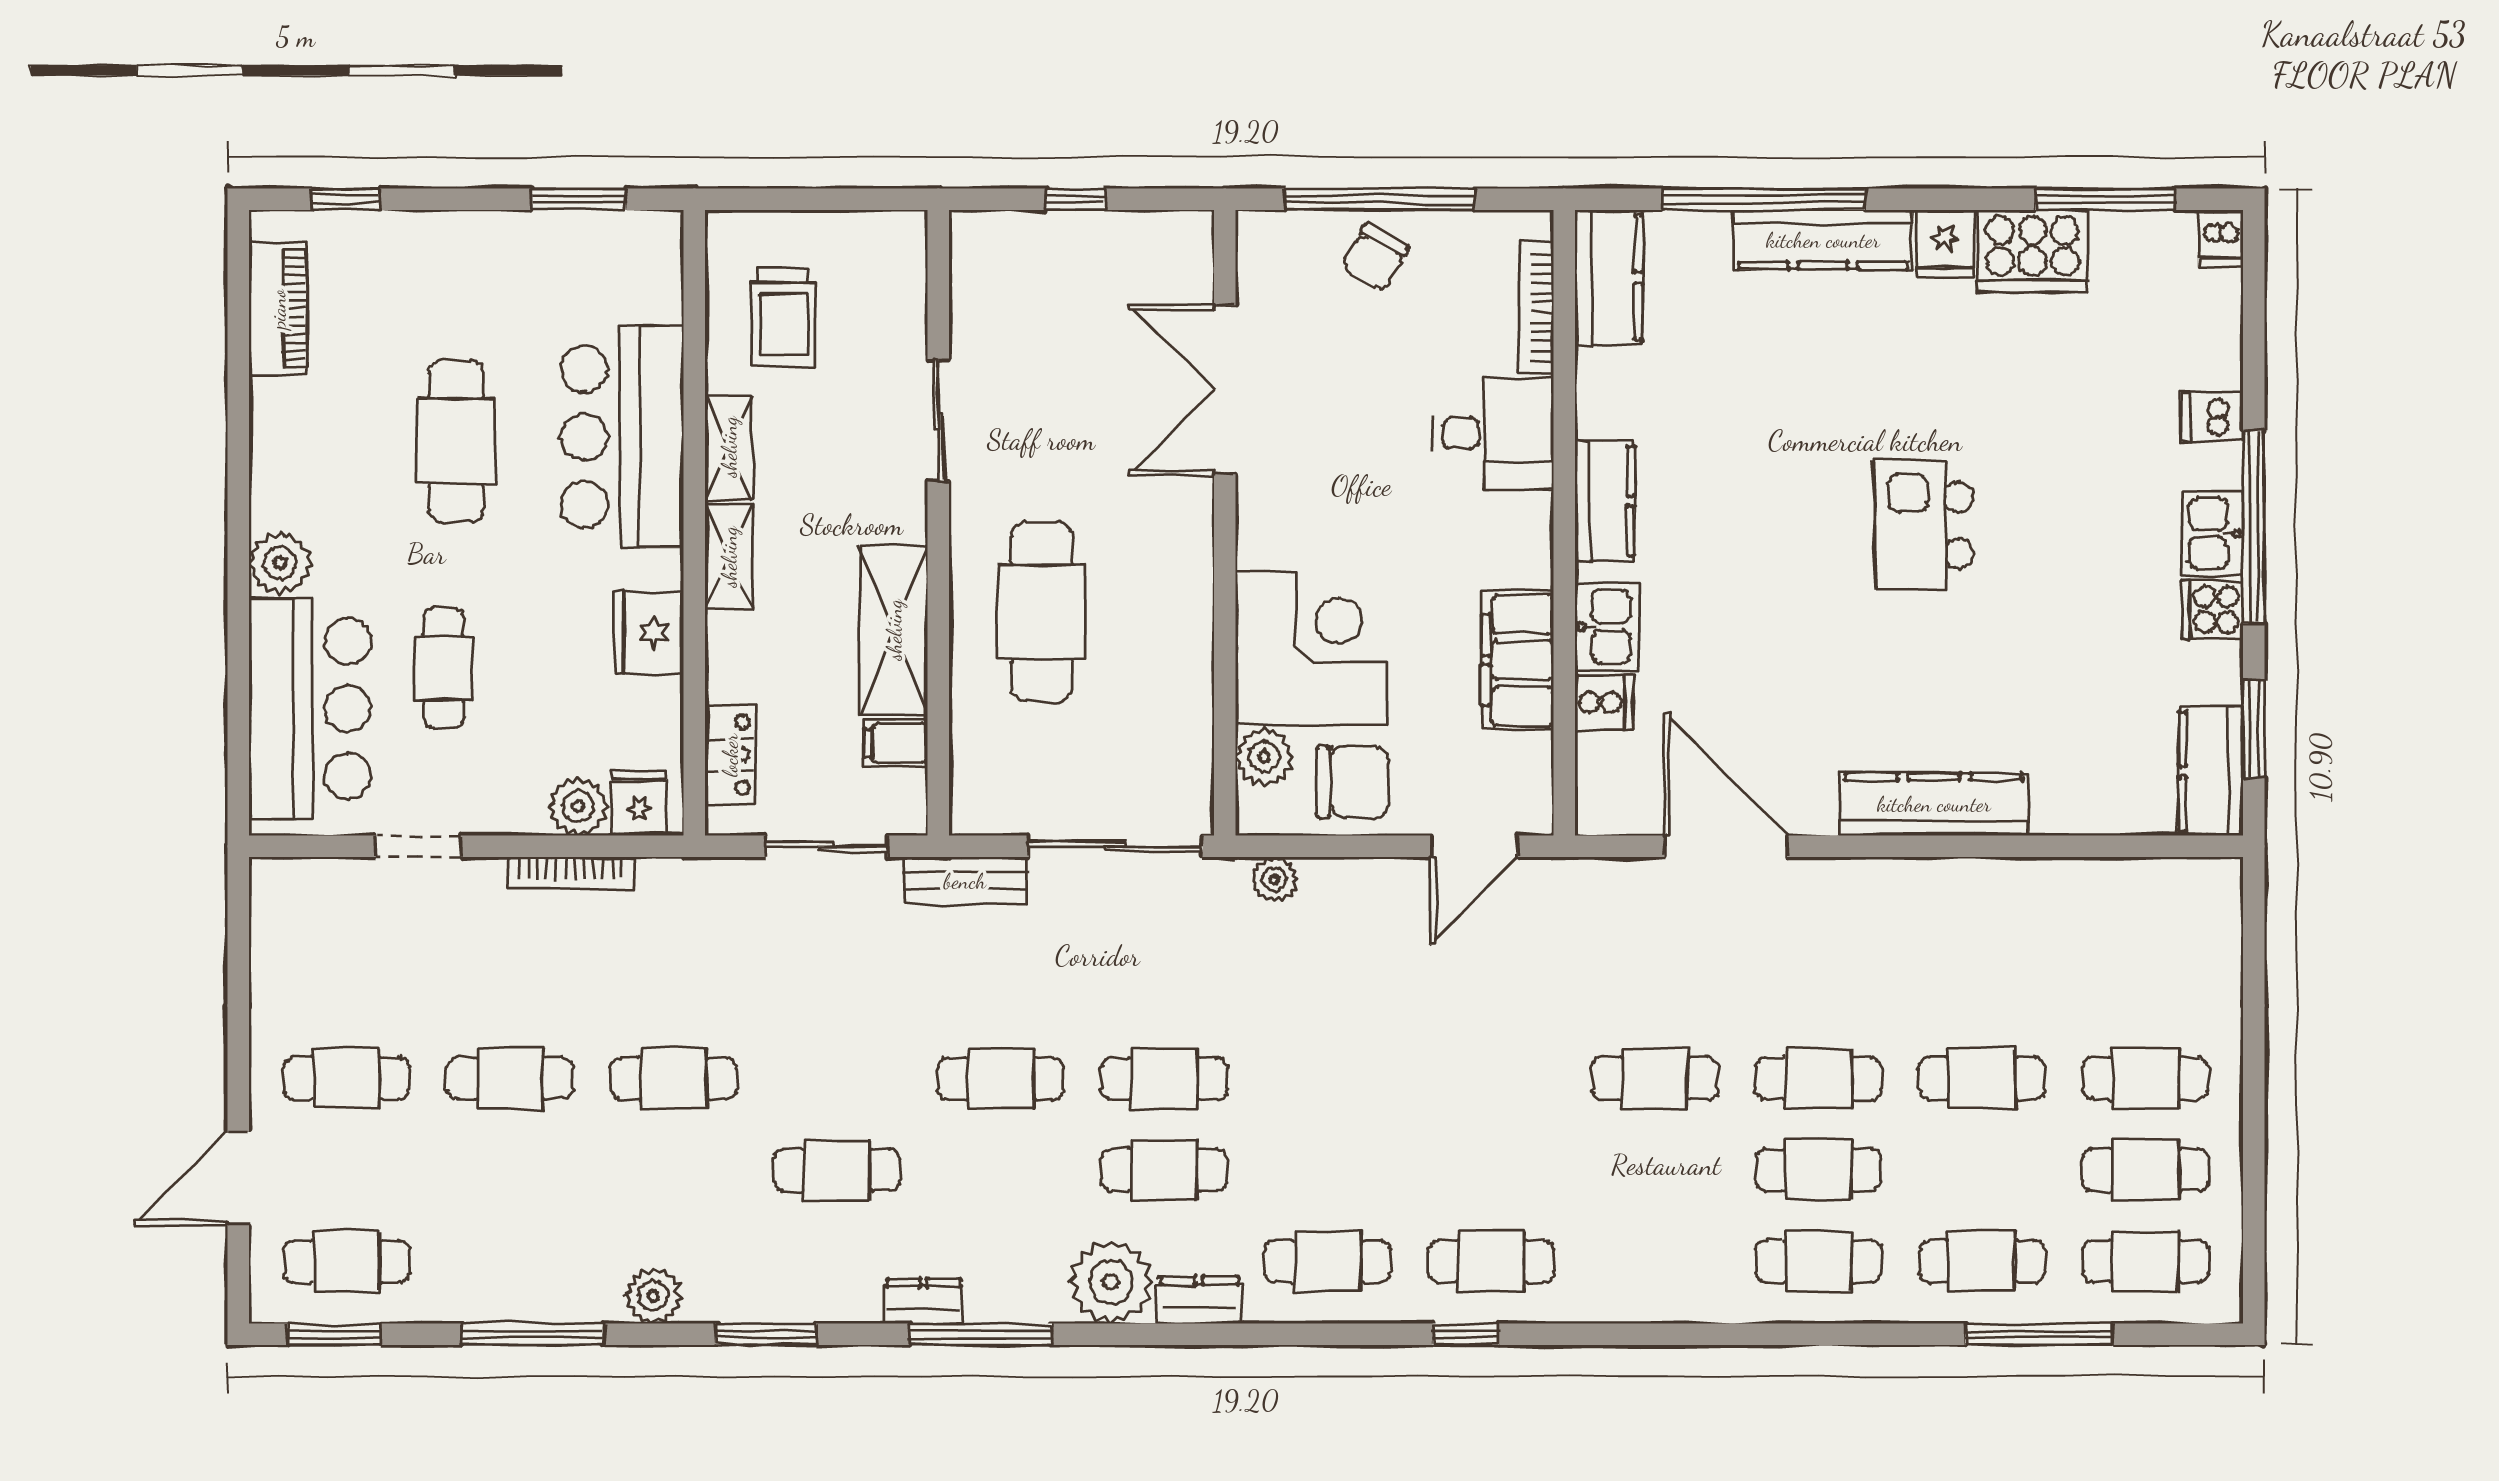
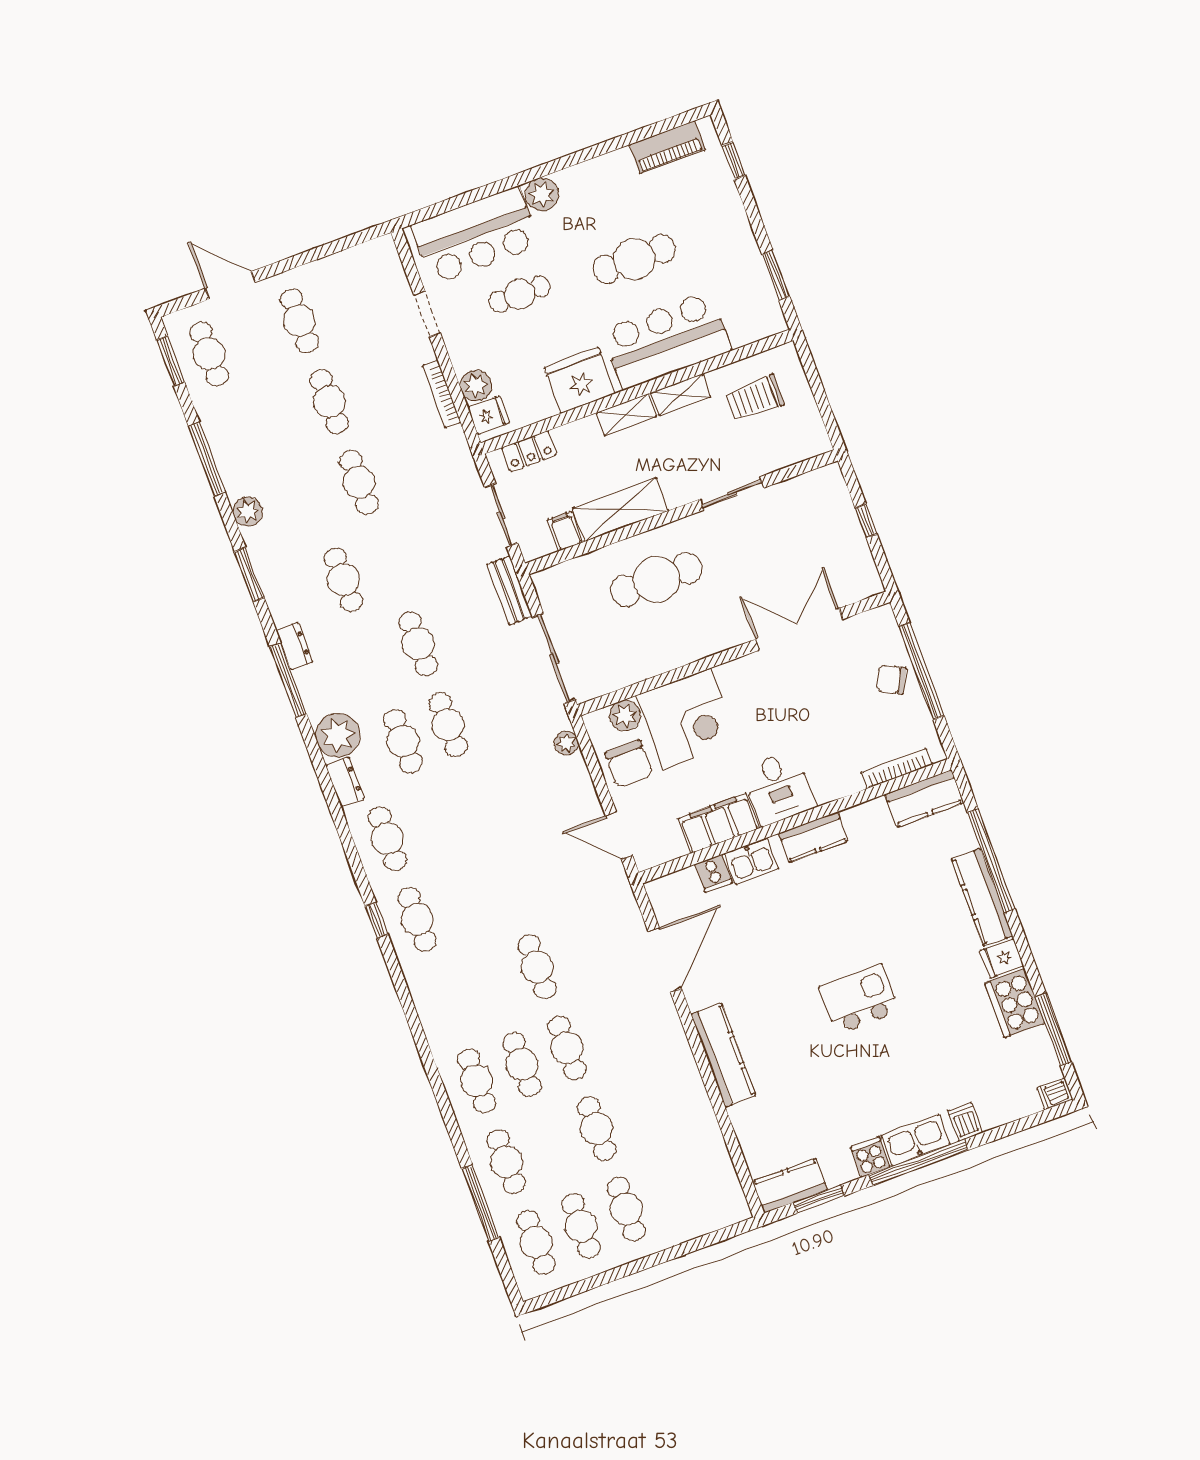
desk: (1493, 433) -> (778, 788), moved
kitchen sink: (2212, 533) -> (916, 1140), width x1.38
fridge: (649, 632) -> (580, 380), width x1.36, depth x1.34

